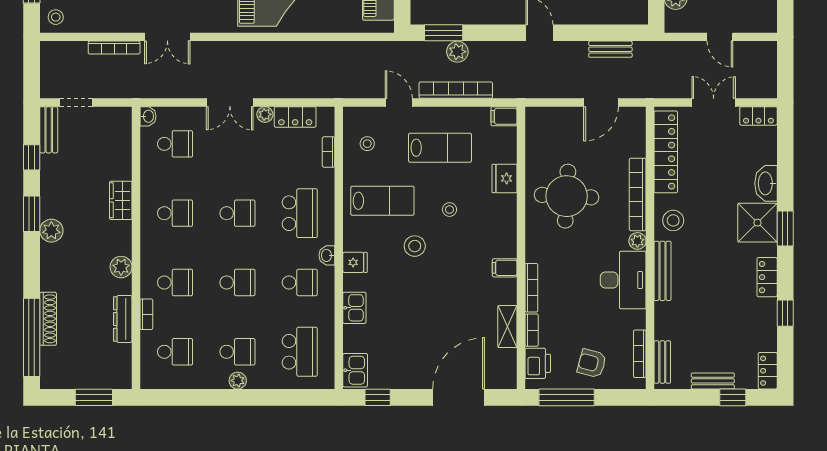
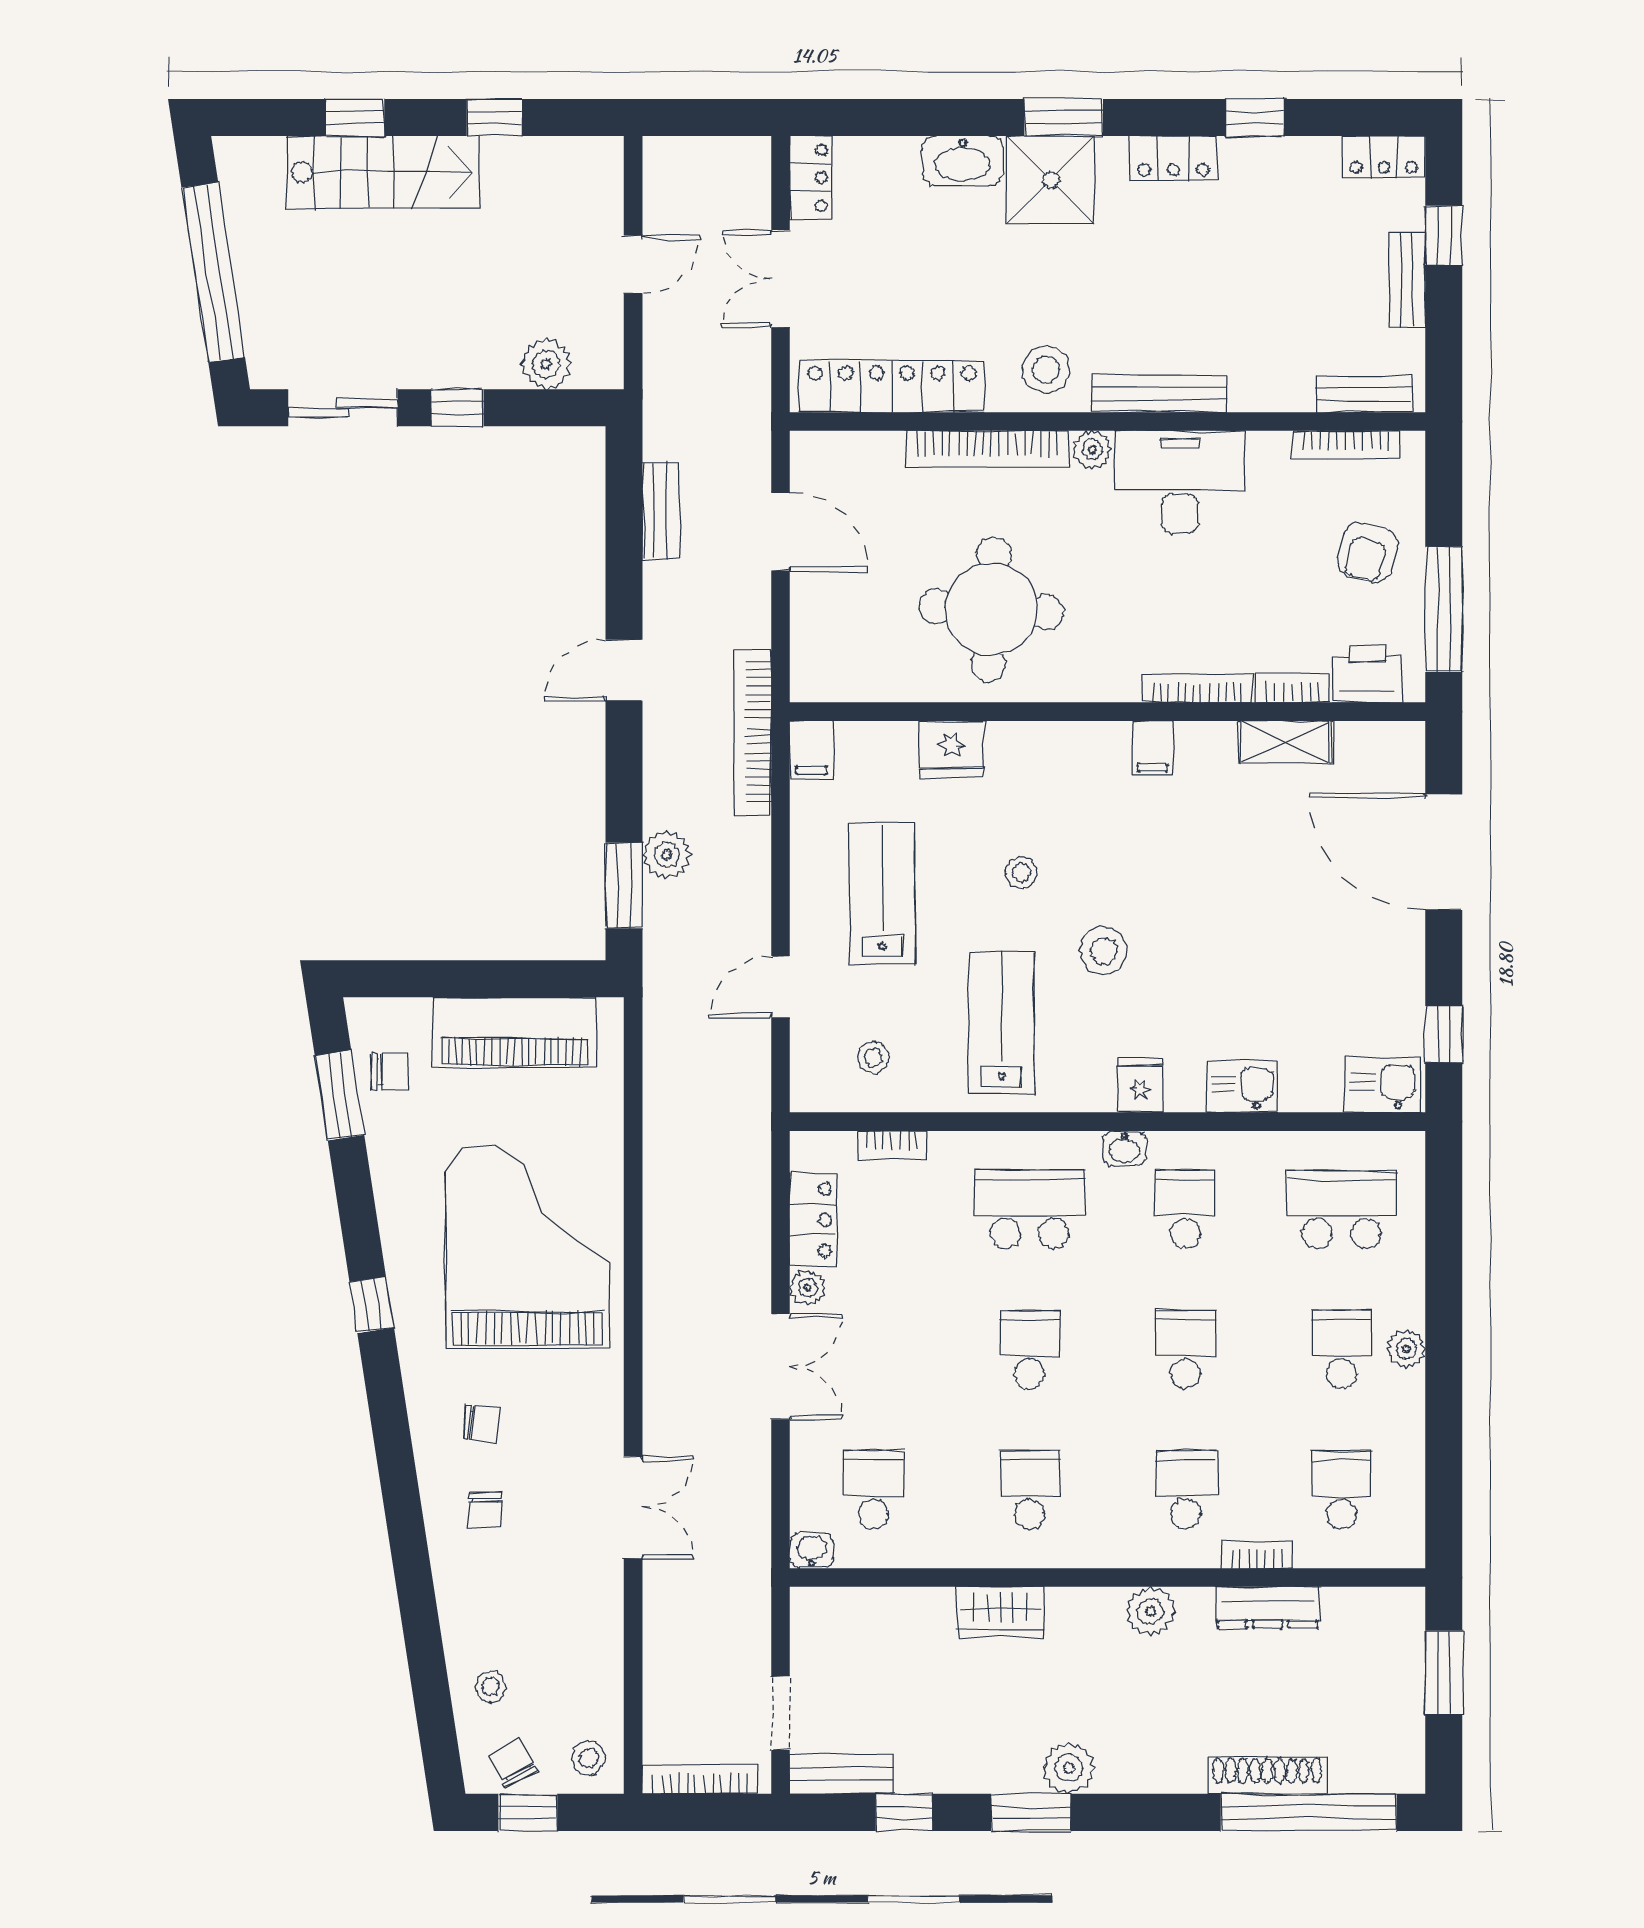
bookcase: (114, 48) -> (700, 1779), moved, turned -90
bookcase: (456, 90) -> (753, 732), moved

